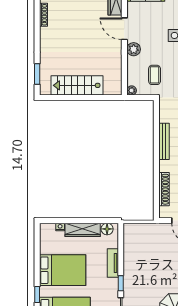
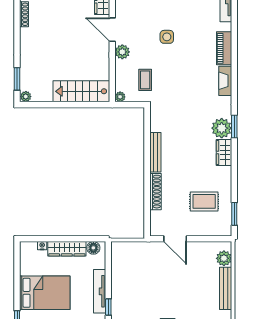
stairs: (77, 85) -> (81, 91), moved
plant: (45, 90) -> (26, 97), added
shoe rack: (164, 189) -> (155, 192), moved
tv unit: (113, 263) -> (100, 291), width x1.41

